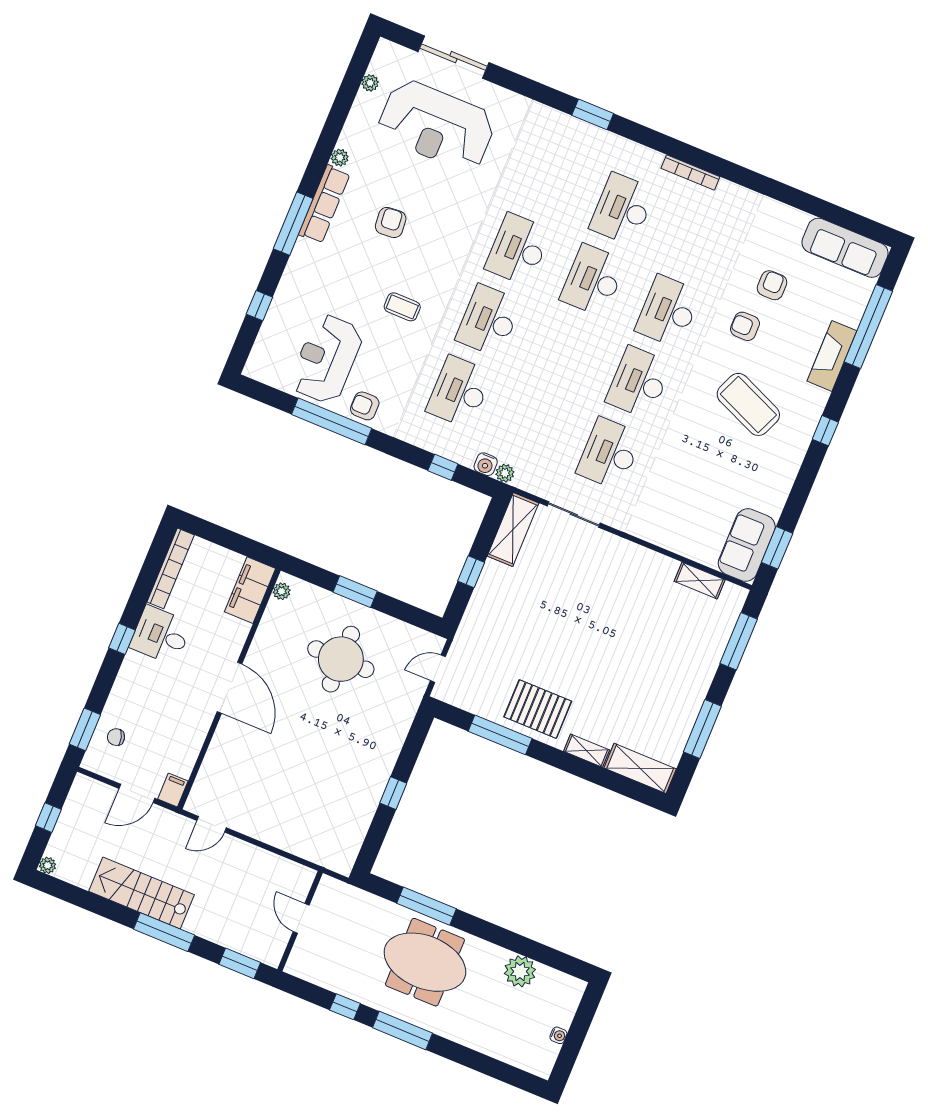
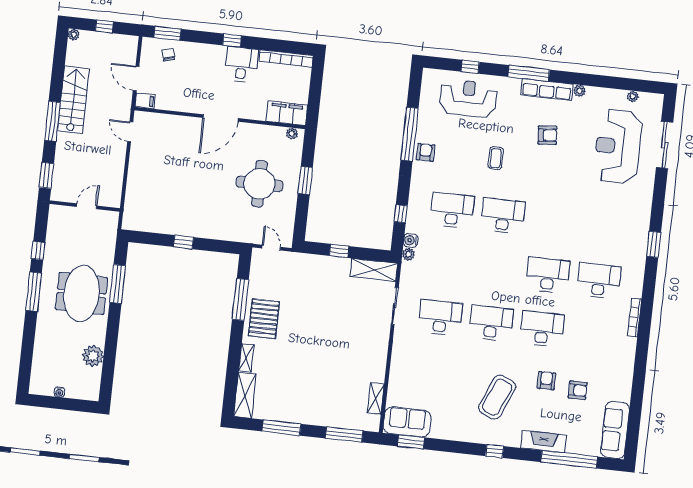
desk: (518, 249) -> (554, 222), removed
reception desk: (326, 359) -> (468, 98), moved

